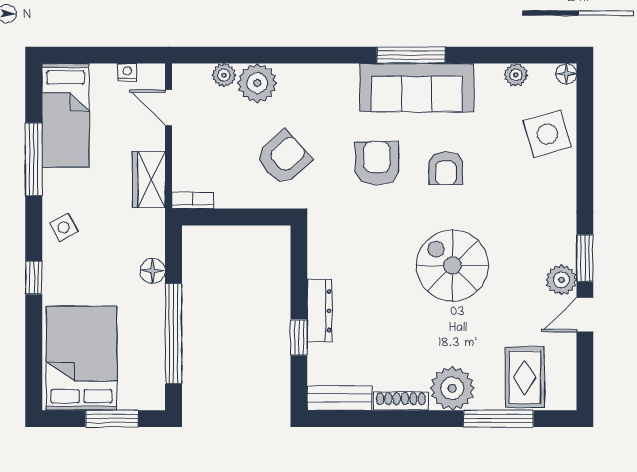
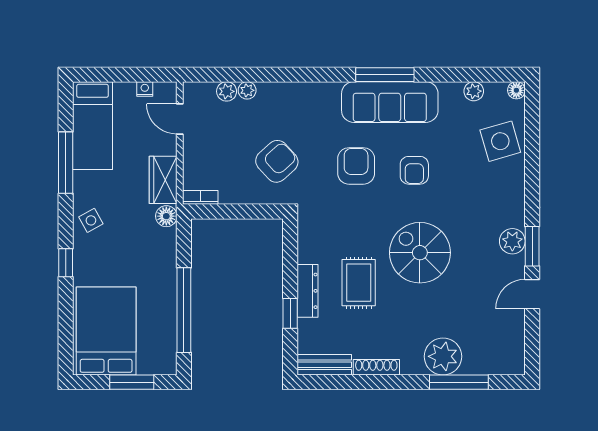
plant: (257, 83) -> (247, 90), width x0.53, depth x0.53
floor lamp: (153, 271) -> (166, 216), moved
plant: (561, 280) -> (512, 241), moved
rug: (525, 377) -> (359, 283), moved
plant: (452, 388) -> (443, 356), moved

